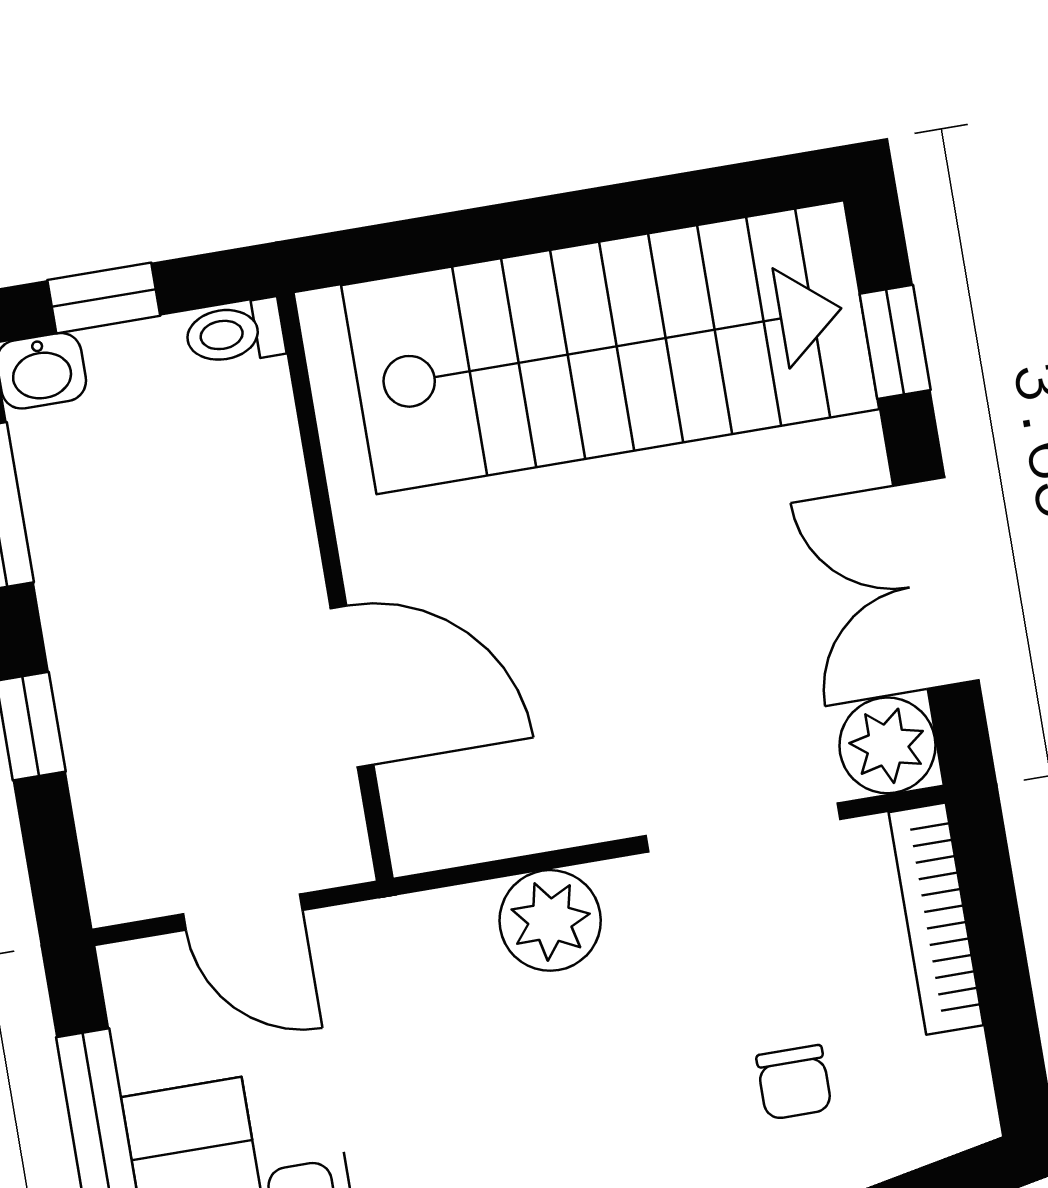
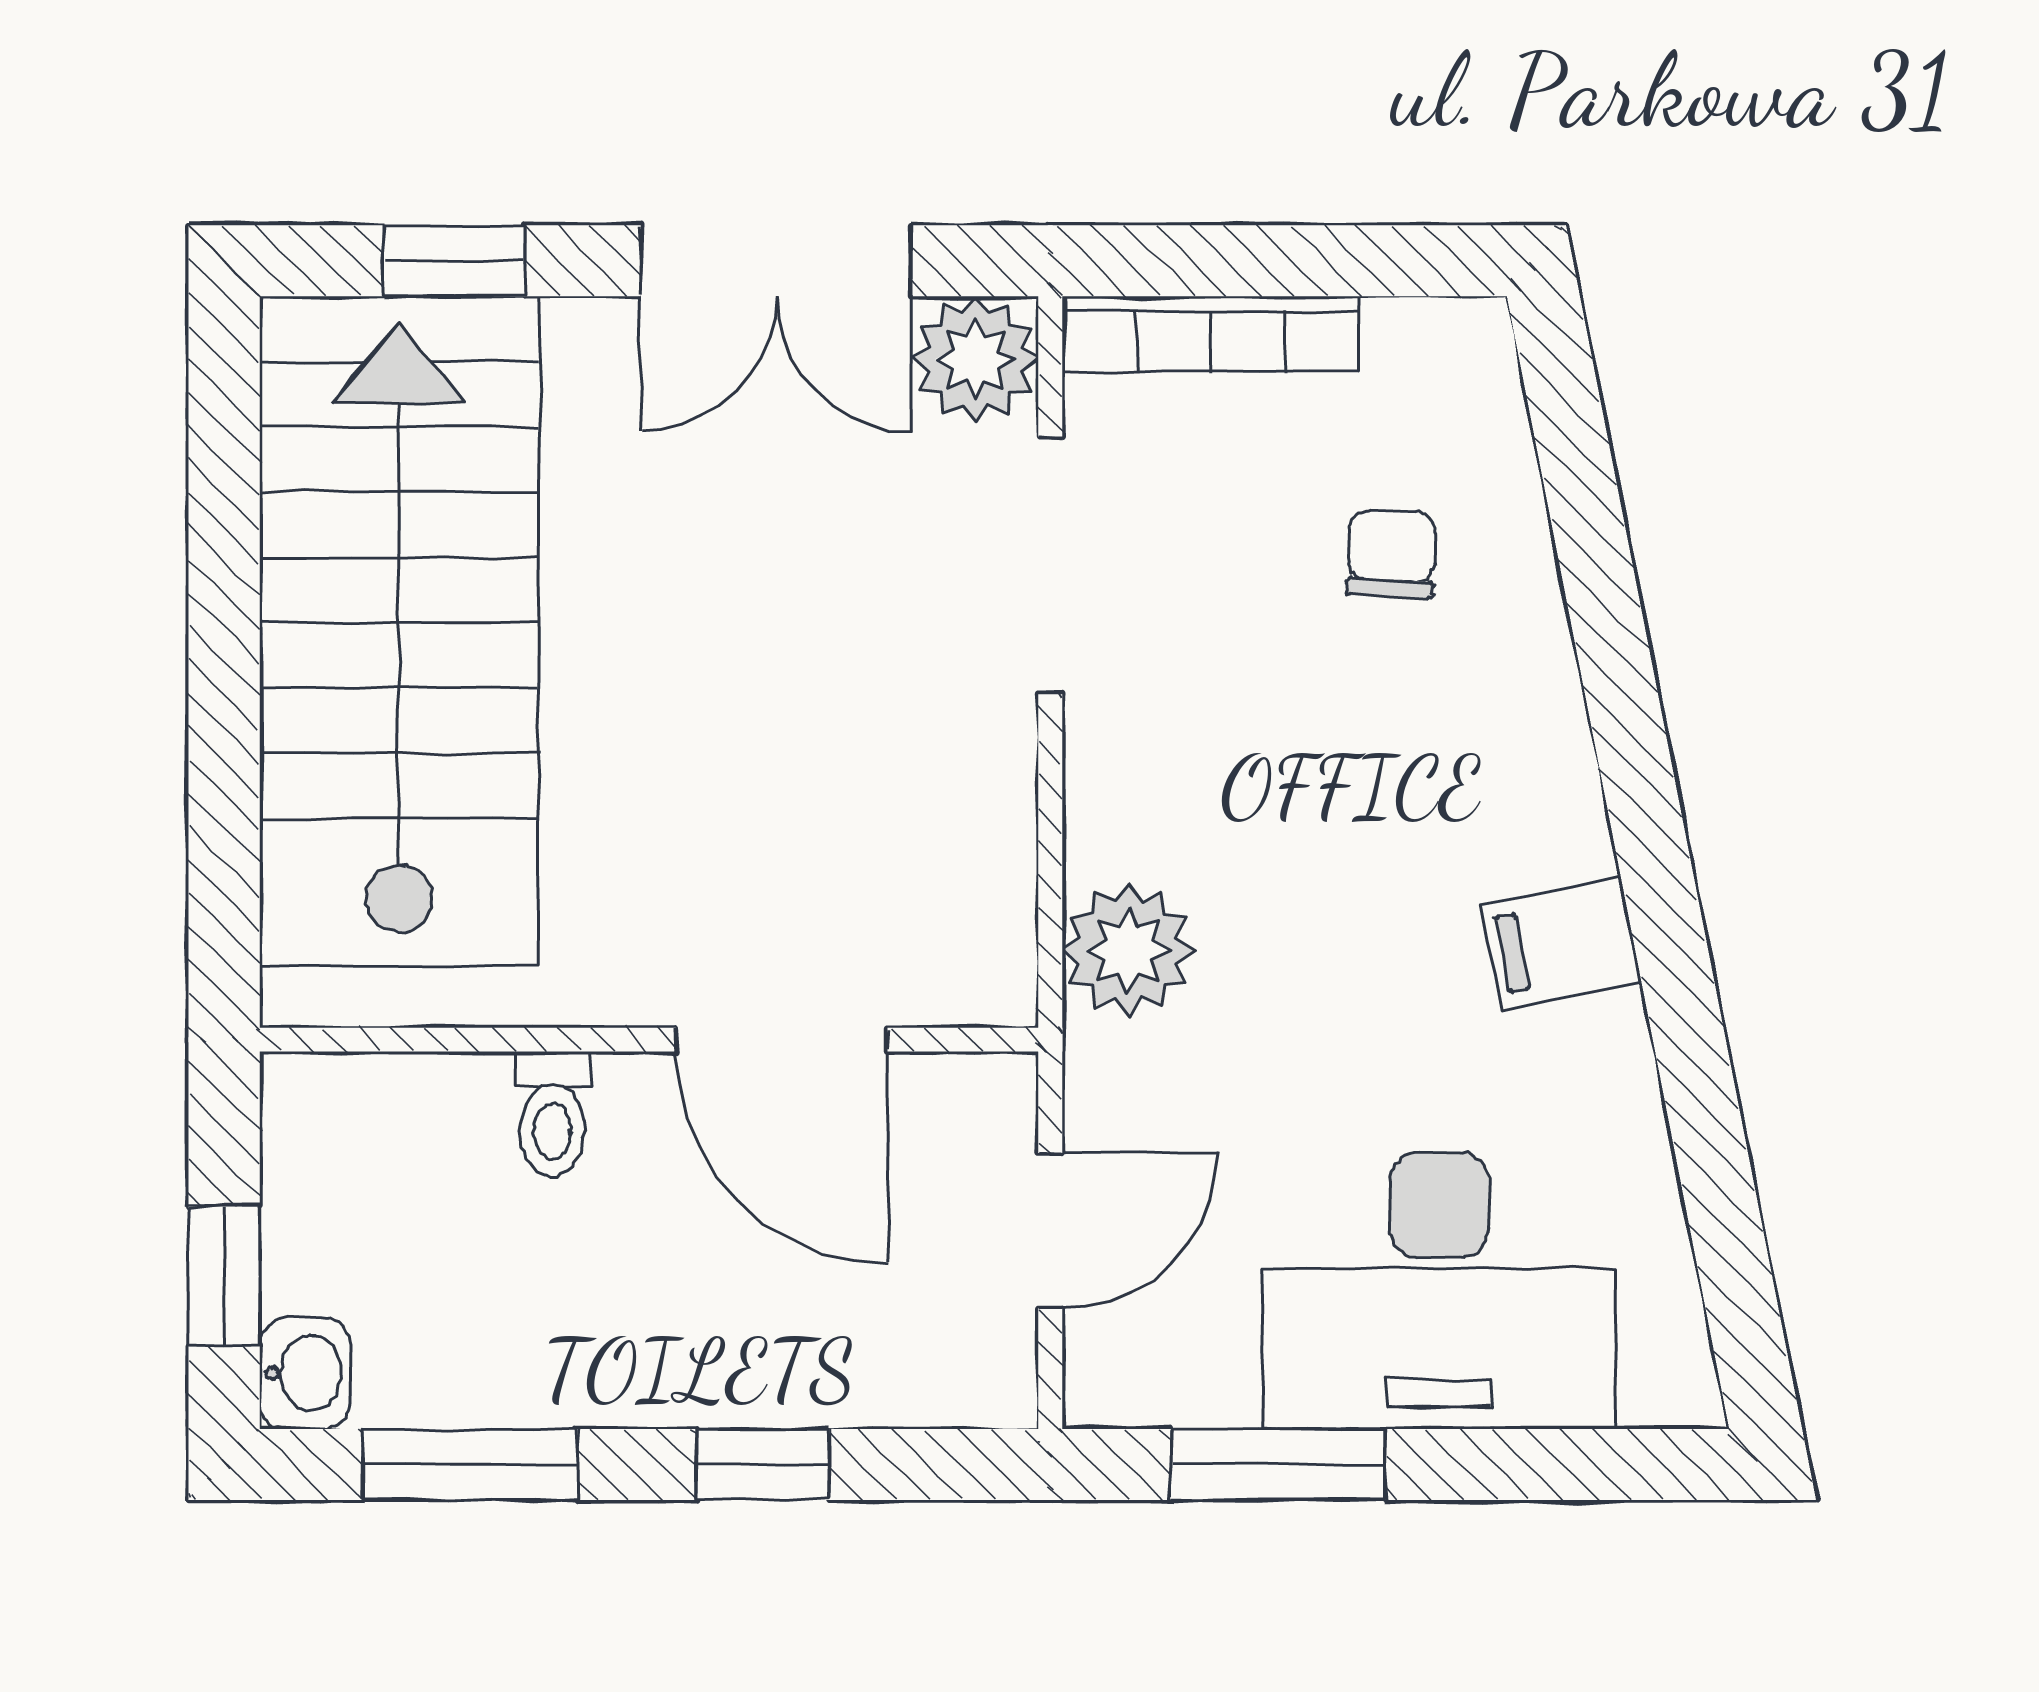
toilet: (235, 333) -> (552, 1114), moved
door: (352, 686) -> (782, 1040), swing flipped
plant: (550, 920) -> (1128, 950), moved
chair: (794, 1082) -> (1392, 554), turned -87

